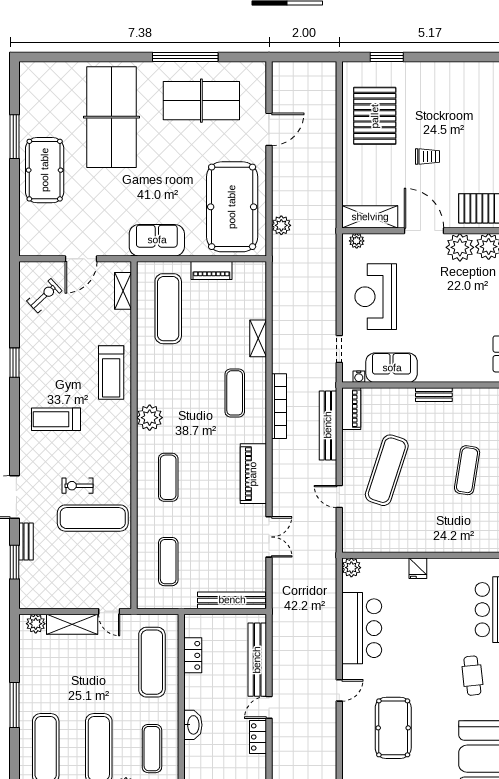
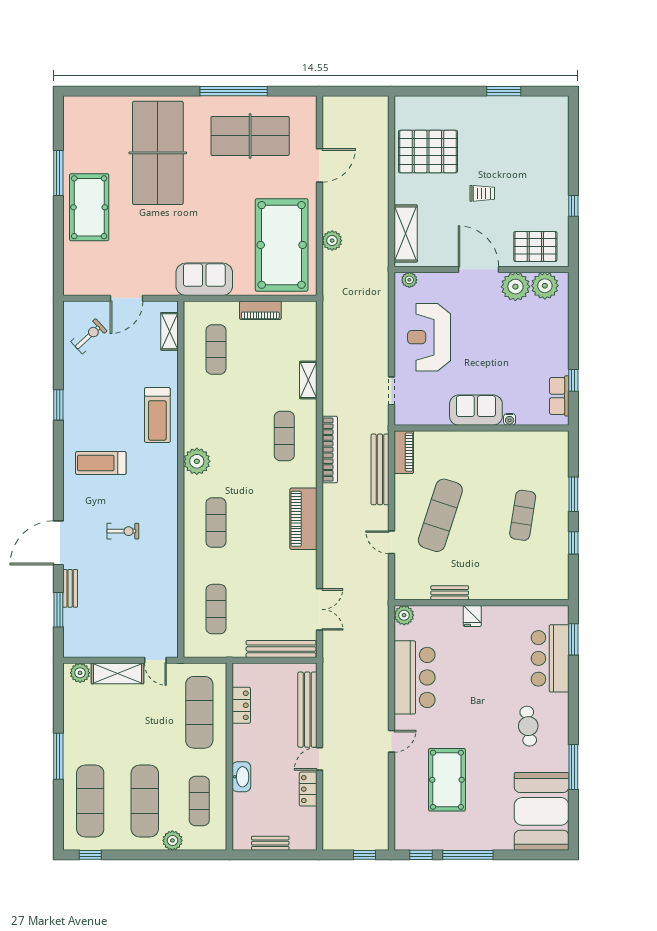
window: (387, 57) -> (504, 91), moved
pallet: (375, 116) -> (428, 152), turned 90
shelving: (370, 217) -> (406, 233), moved, turned 90
plant: (281, 225) -> (332, 241), moved
exercise mat: (168, 309) -> (216, 349), width x0.73, depth x0.69
sofa: (392, 368) -> (476, 410), moved
water cooler: (359, 377) -> (510, 419), moved
bench: (434, 395) -> (450, 593), moved
exercise bike: (77, 486) -> (123, 531), turned 180
exercise mat: (93, 518) -> (139, 564), removed
double door: (269, 537) -> (319, 609), moved

